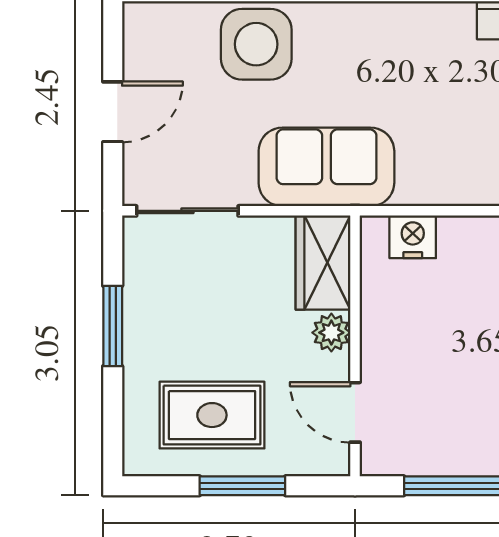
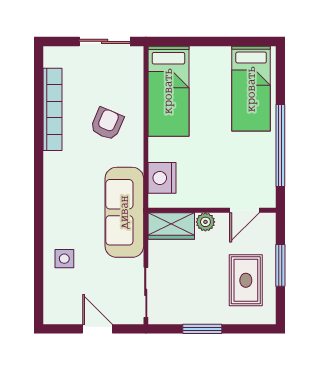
side table: (256, 44) -> (64, 259), width x0.54, depth x0.54
sofa: (326, 167) -> (124, 212), width x1.36
nightstand: (413, 237) -> (162, 178), width x1.36, depth x1.33

